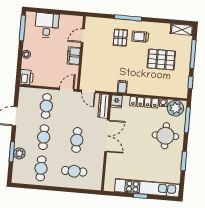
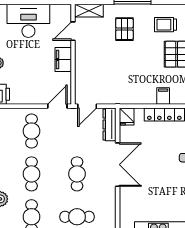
shelving: (96, 22) -> (89, 11), added
desk: (47, 25) -> (28, 21), width x1.37
trolley: (140, 37) -> (165, 25), moved
filing cabinet: (122, 87) -> (163, 96), moved
door: (88, 91) -> (87, 106), hinge flipped

